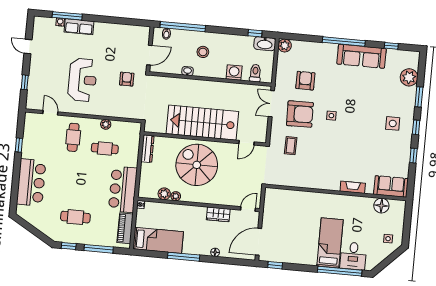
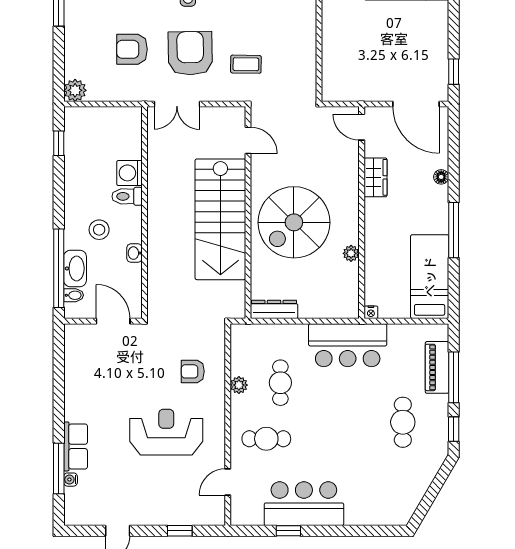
washbasin: (265, 44) -> (75, 268), moved
toilet: (255, 73) -> (127, 196), moved
armchair: (127, 79) -> (193, 371), moved
bar counter: (31, 182) -> (304, 504), moved
plant: (164, 194) -> (349, 274), removed
piano: (125, 228) -> (437, 367), moved, turned 90

